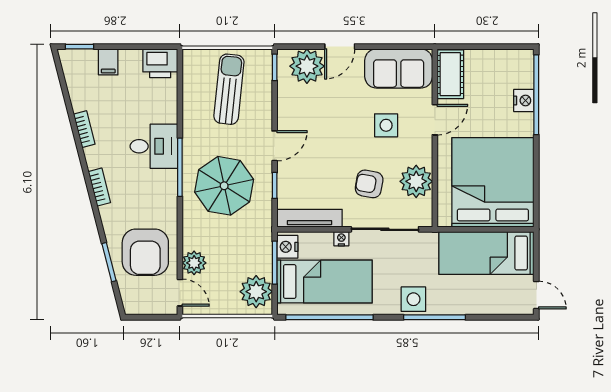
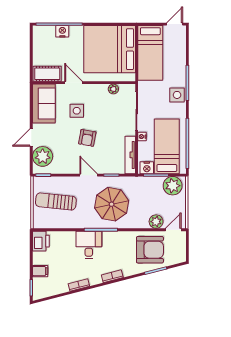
door: (340, 47) -> (31, 138), swing flipped
plant: (416, 181) -> (113, 89), width x0.53, depth x0.53
armchair: (369, 184) -> (87, 138), moved

